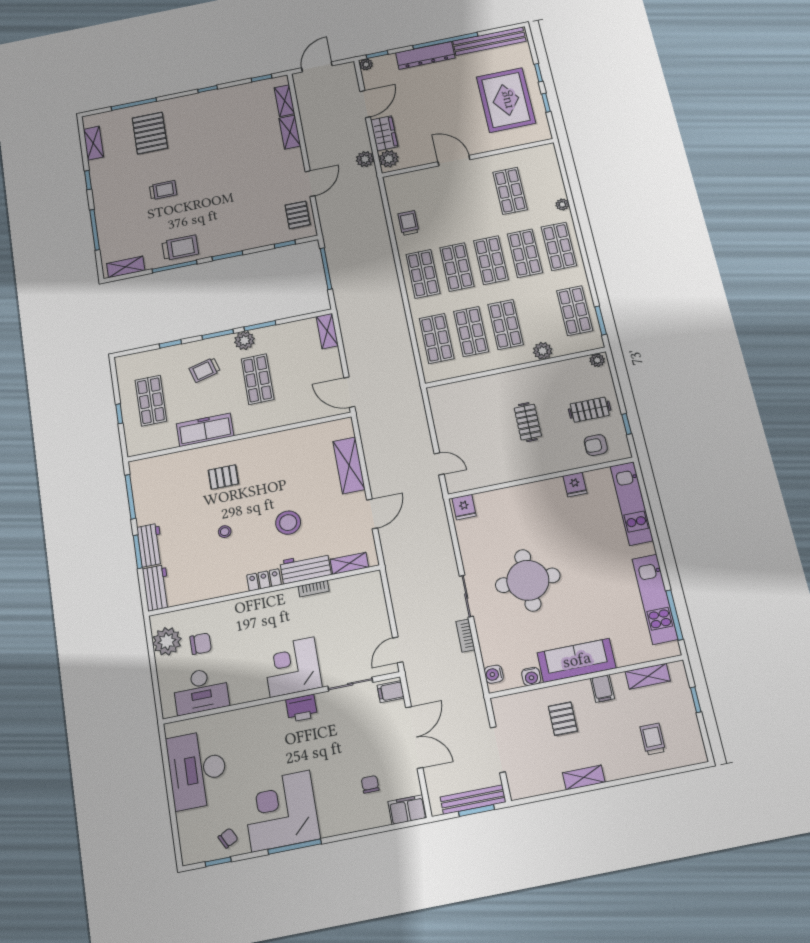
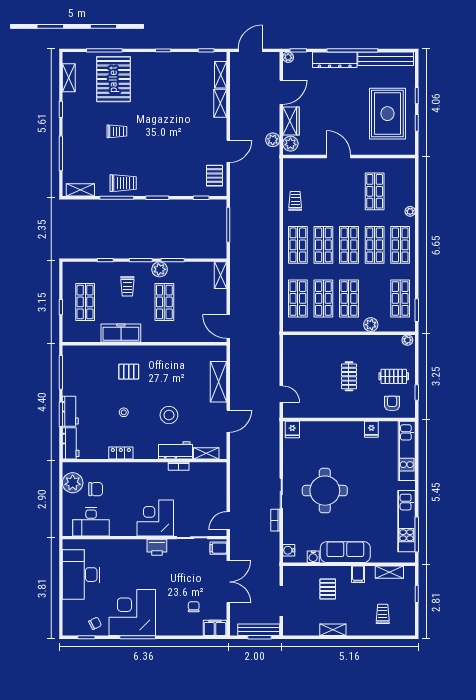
pallet: (150, 133) -> (113, 79), width x1.37, depth x1.41
trolley: (205, 370) -> (127, 286), turned -75
armchair: (596, 445) -> (392, 403), turned 90
locker: (264, 580) -> (121, 453), moved

